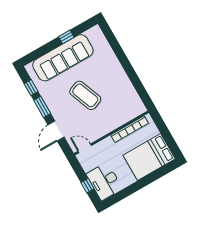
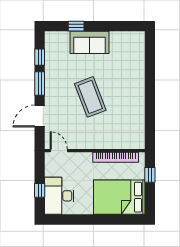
window: (66, 37) -> (76, 26), moved
sofa: (63, 58) -> (90, 42), width x0.54, depth x0.79
window: (162, 128) -> (150, 175), added

